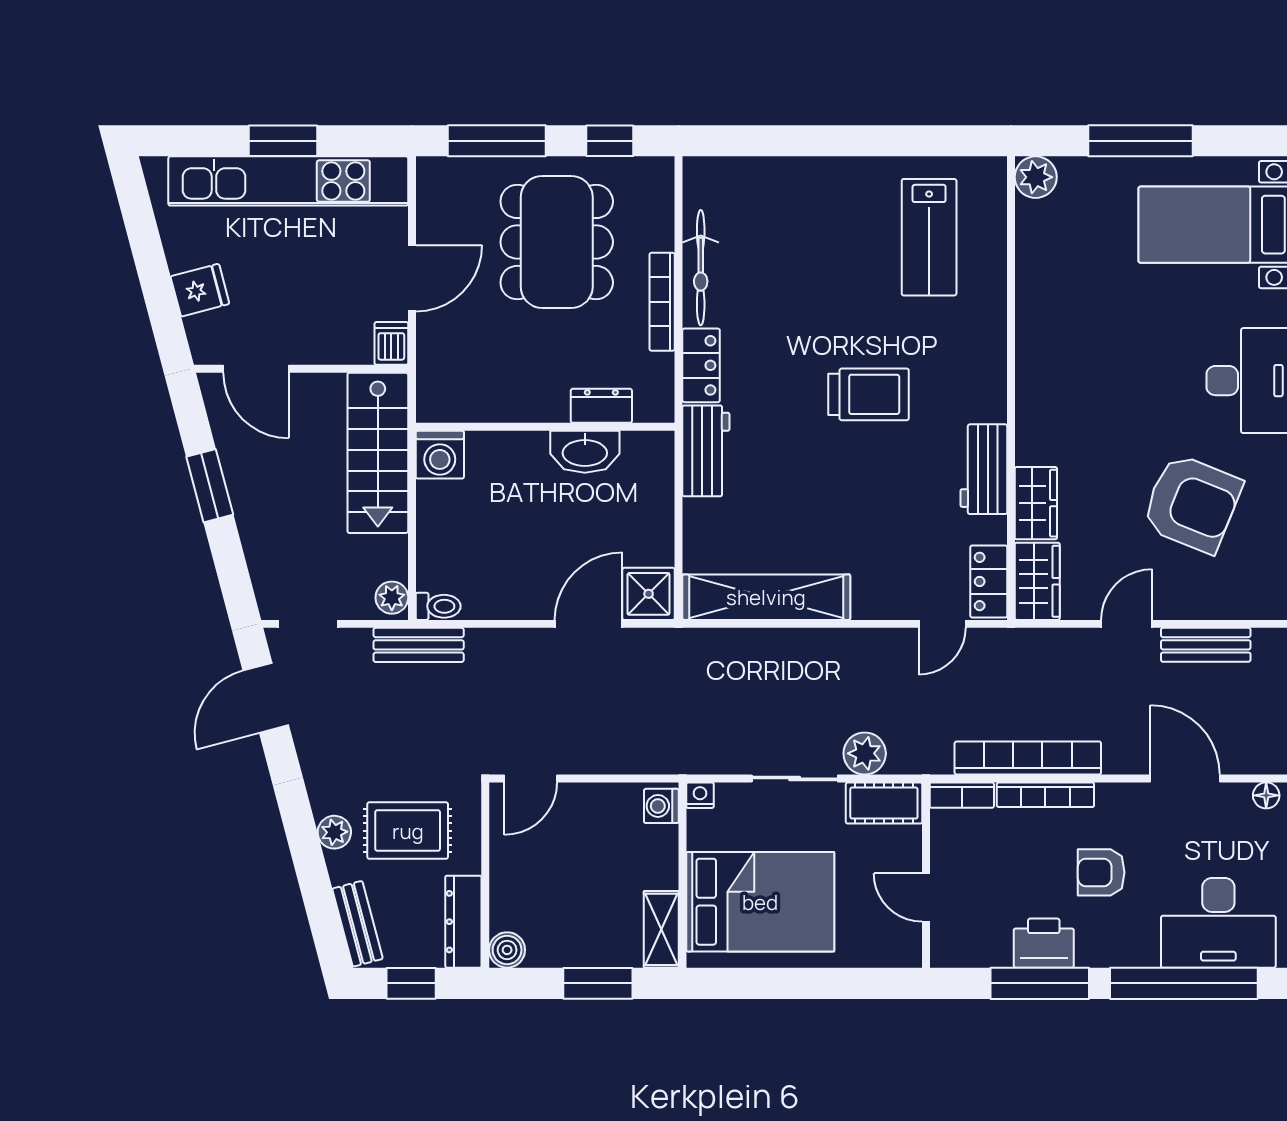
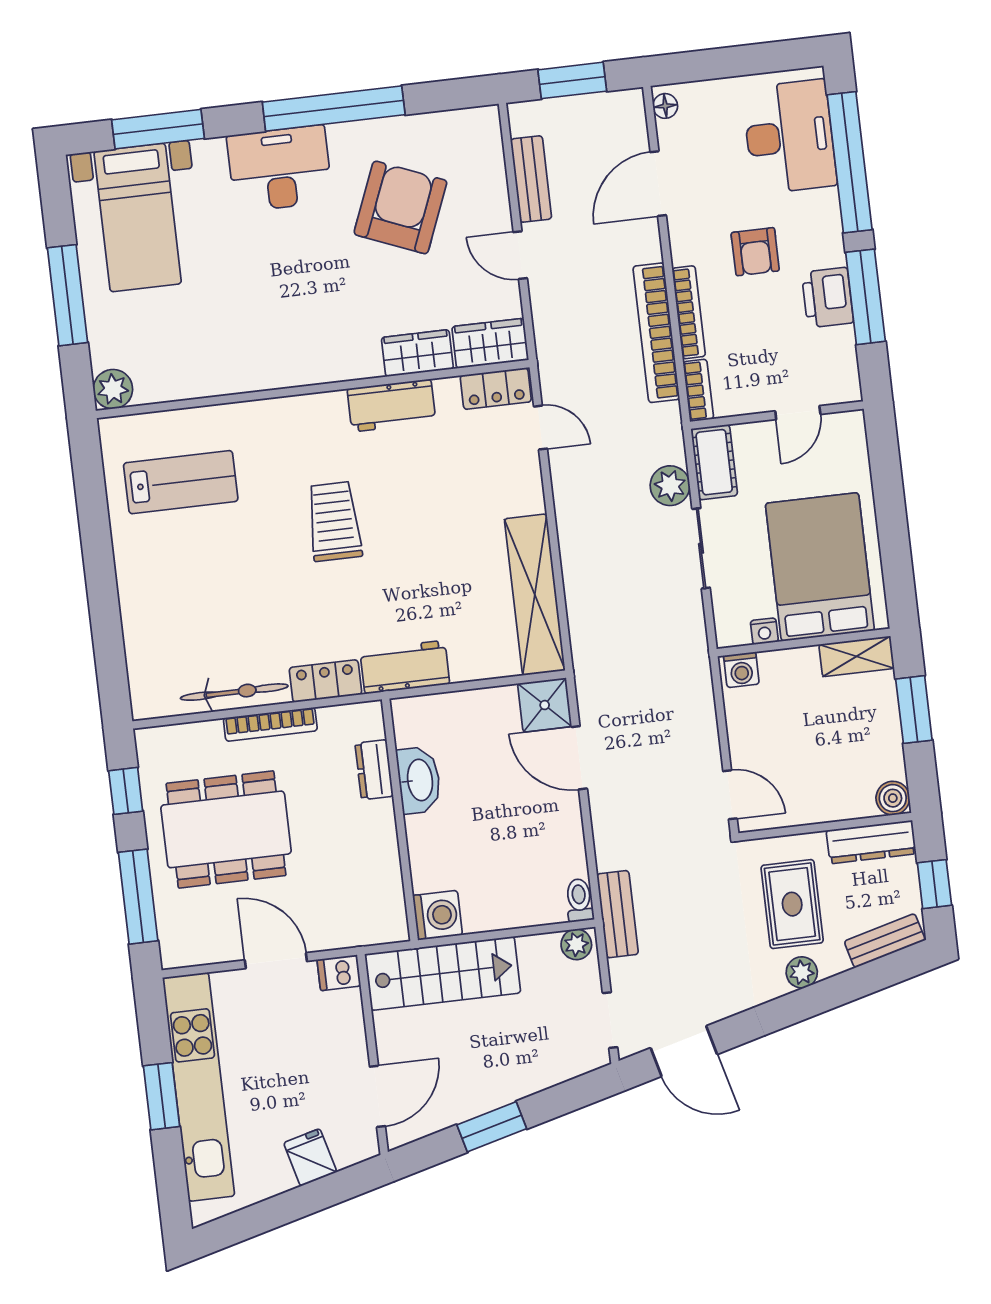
nightstand: (700, 795) -> (764, 631), moved, turned -90

